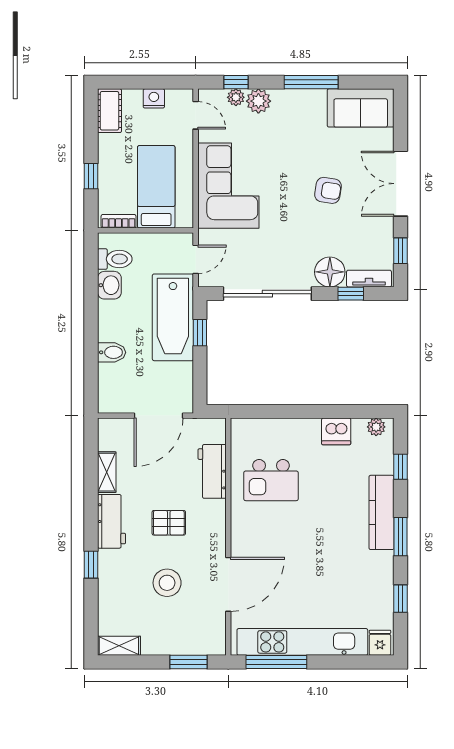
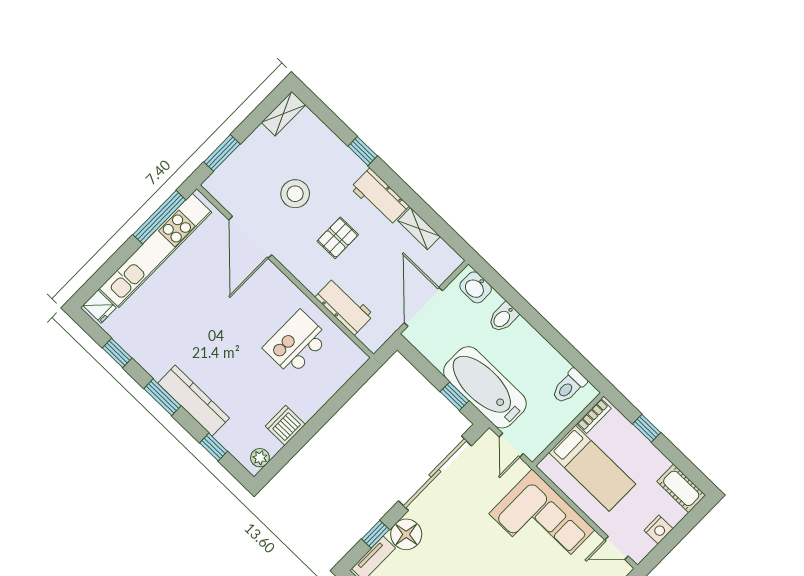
washbasin: (109, 285) -> (476, 287), moved

